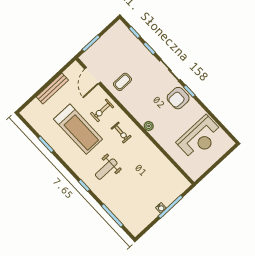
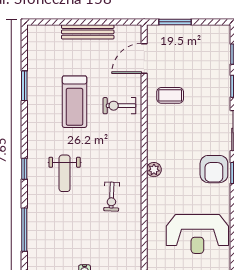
armchair: (178, 98) -> (214, 169), turned -90
treadmill: (78, 129) -> (75, 102), width x0.73, depth x0.73
exercise bike: (121, 132) -> (112, 197), moved
weight bench: (106, 169) -> (65, 173), turned -90

